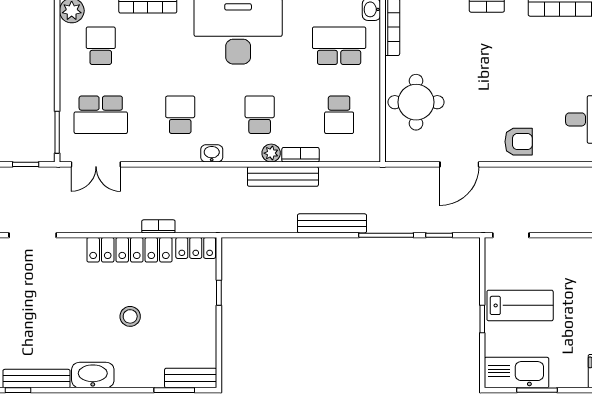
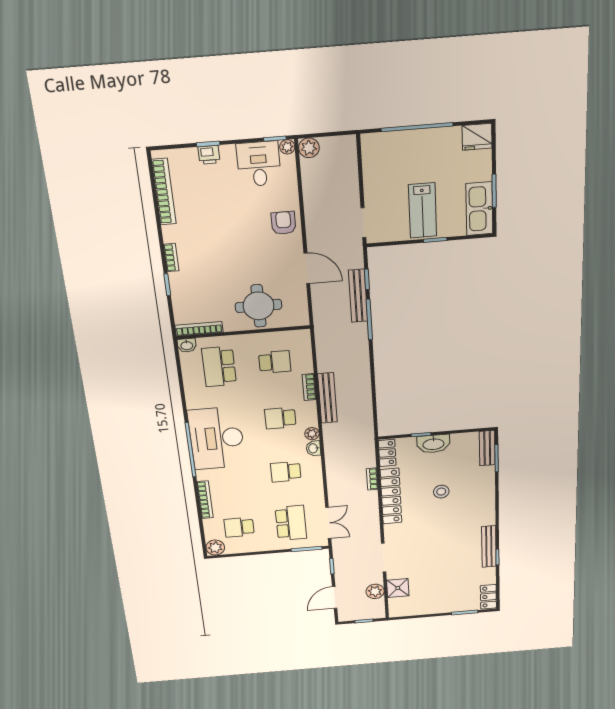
plant: (271, 153) -> (312, 434), moved
bench: (332, 223) -> (358, 296), moved
lab bench: (520, 305) -> (423, 210), turned 180
washbasin: (93, 375) -> (433, 444), moved, turned -90

